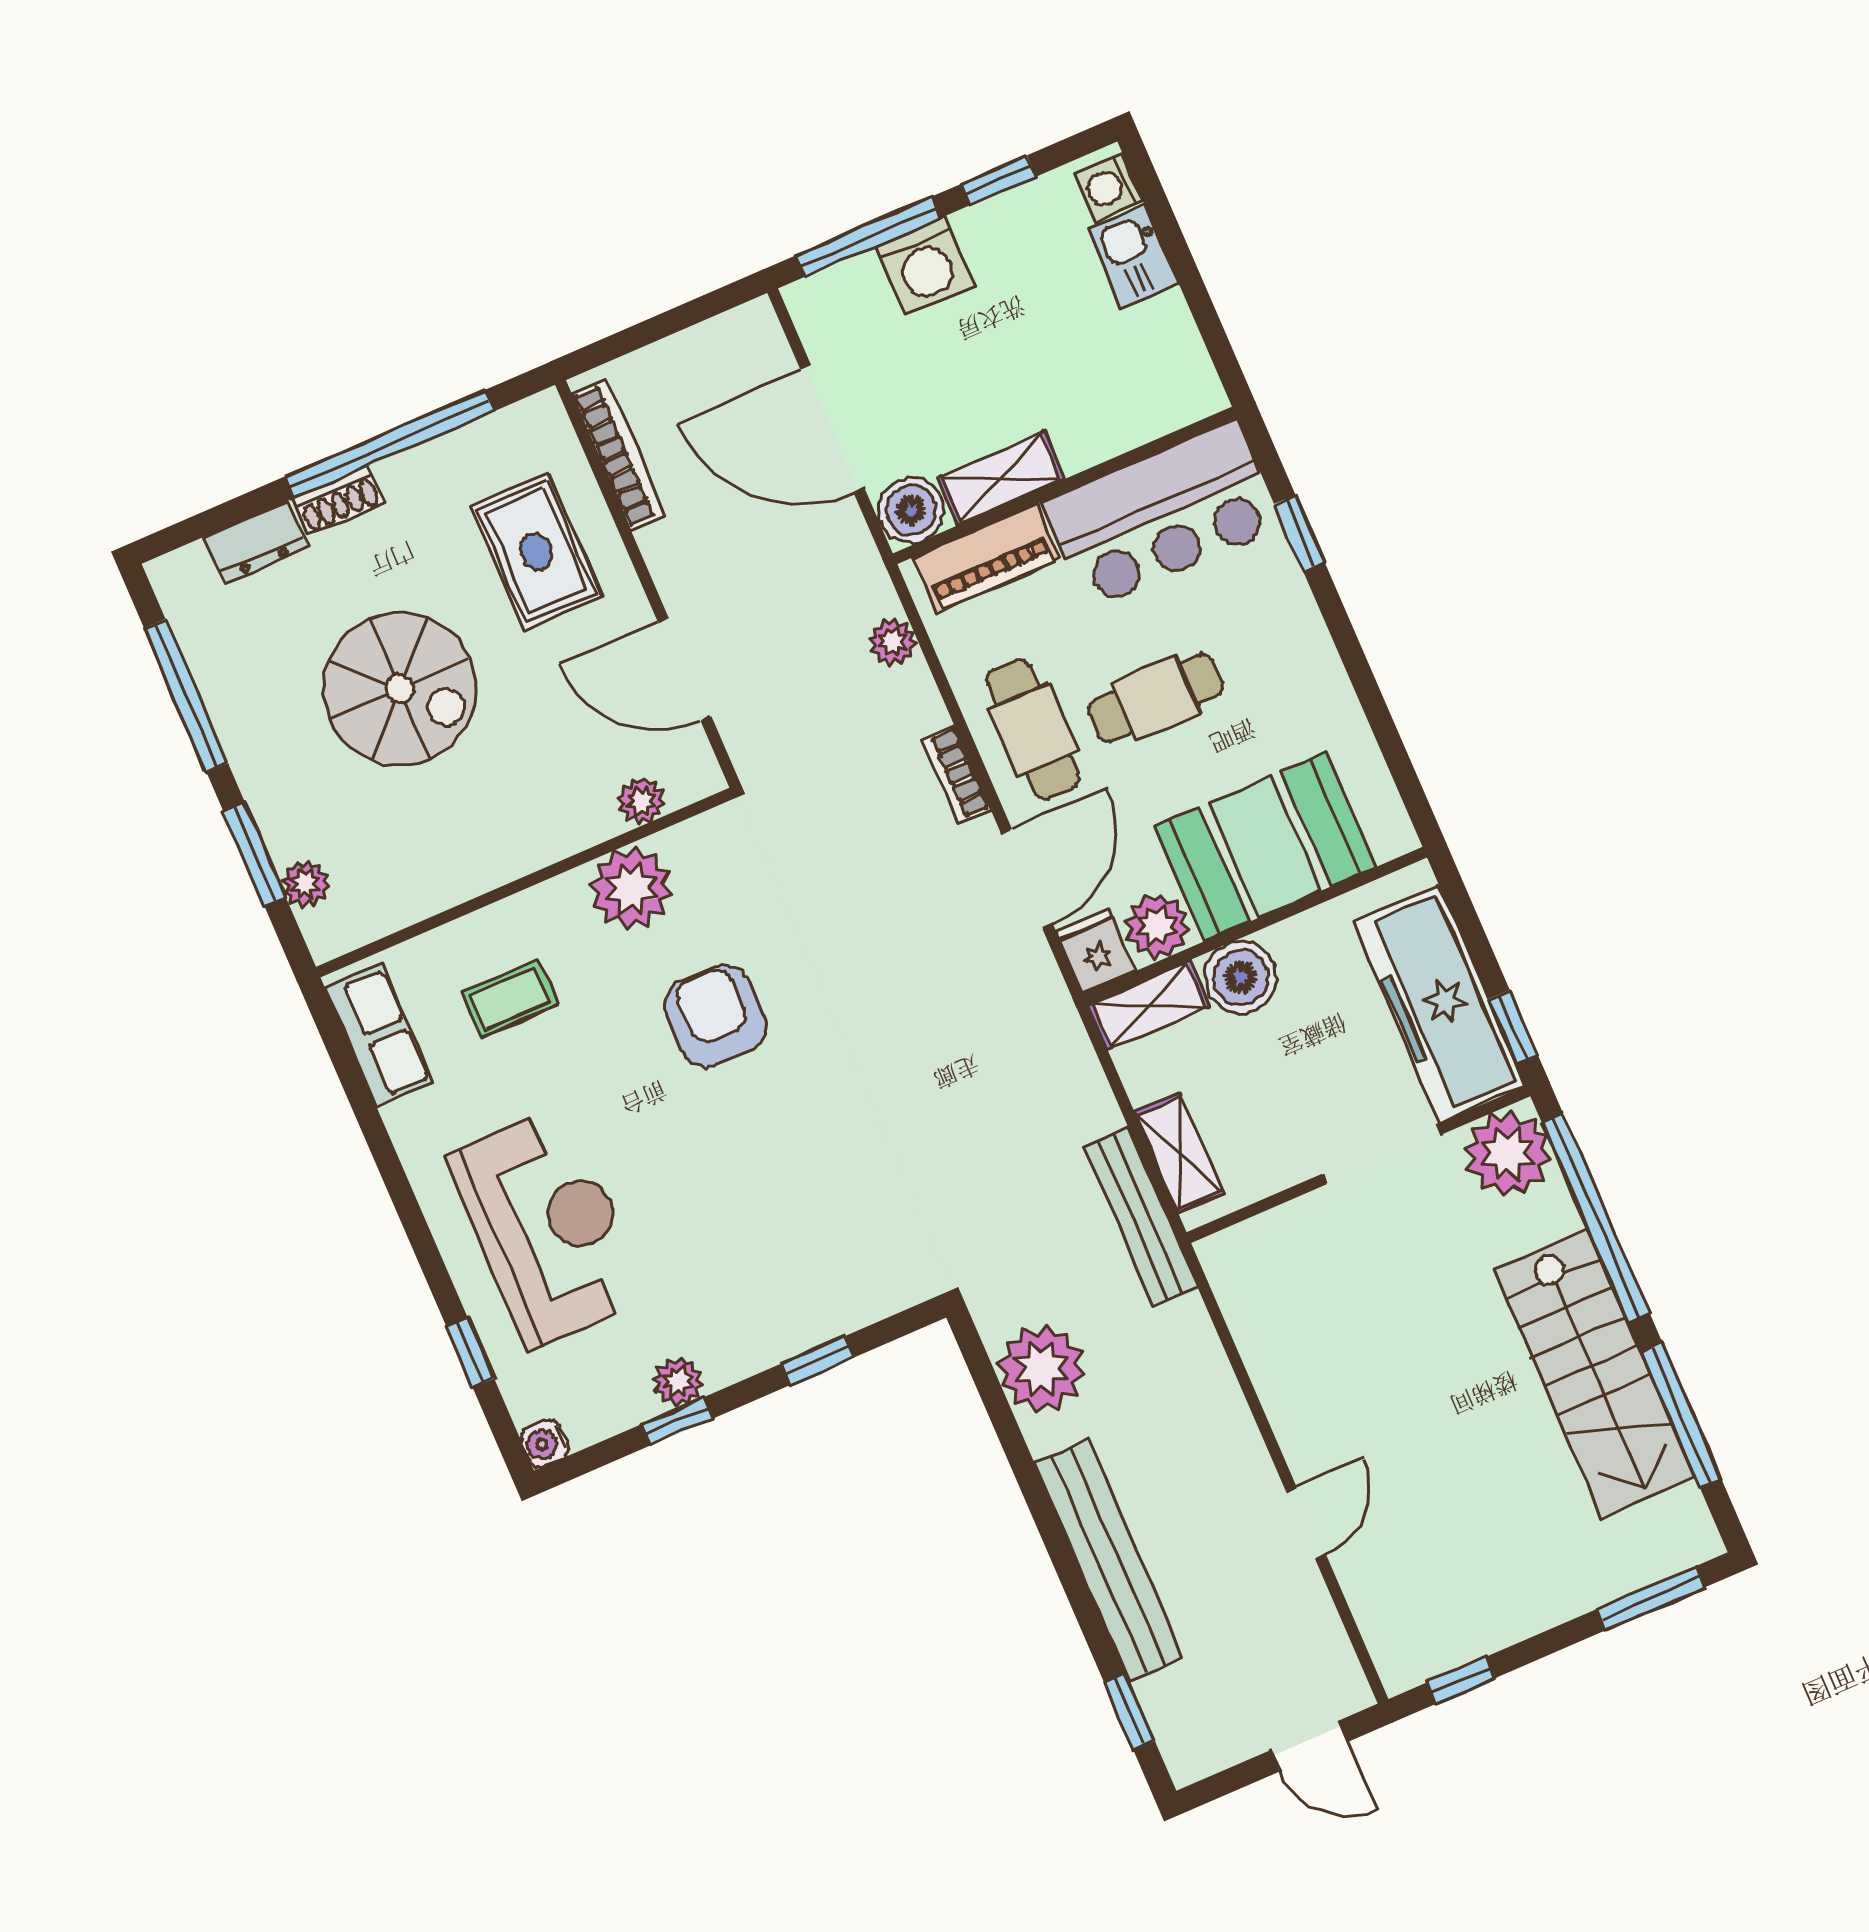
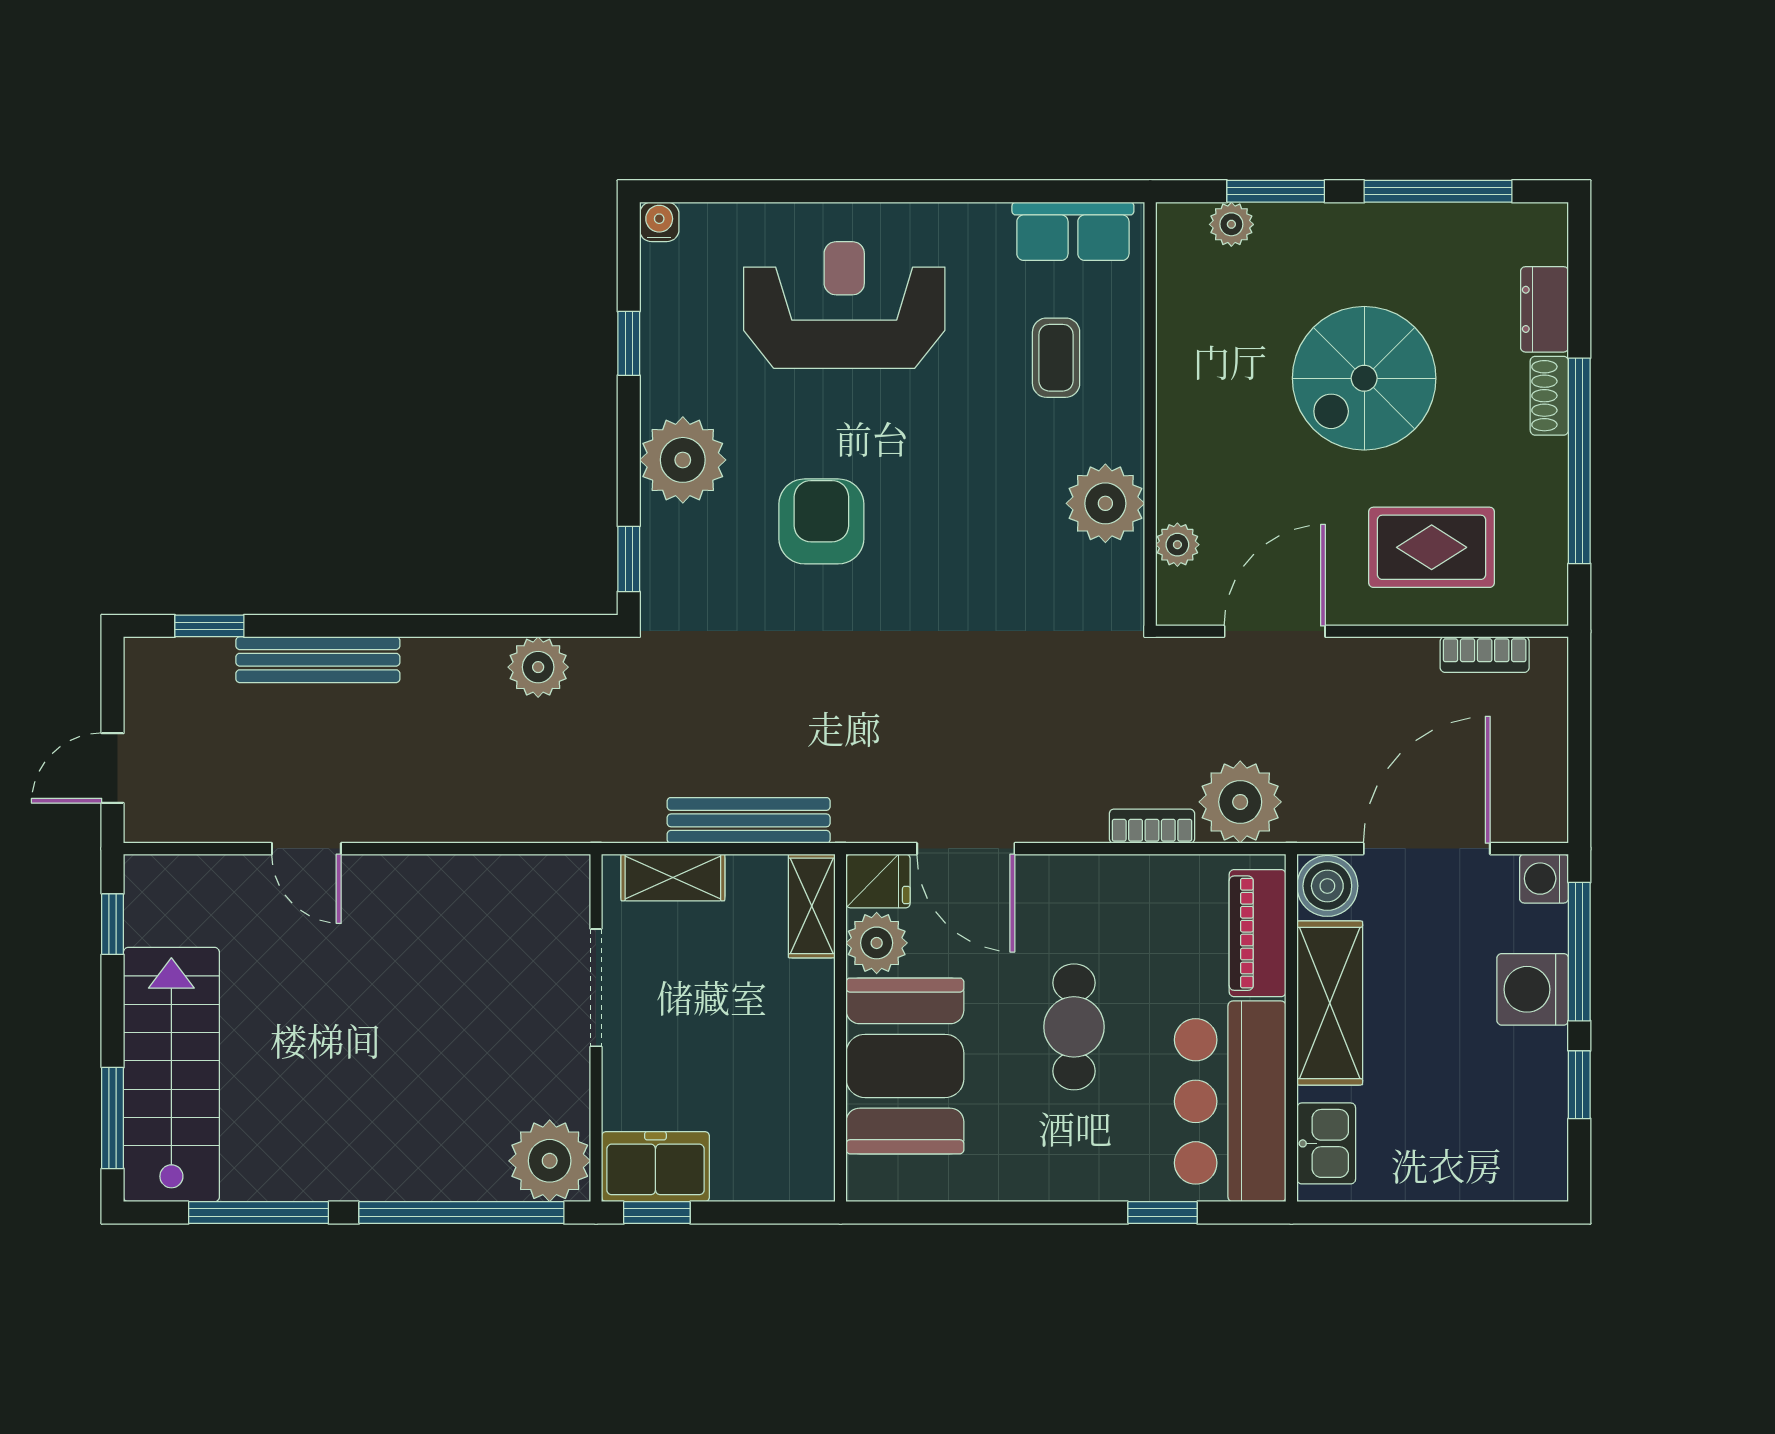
washing machine: (1109, 187) -> (1544, 879), moved, turned -90
kitchen sink: (1133, 257) -> (1326, 1143), moved, turned 90
bookcase: (619, 455) -> (1485, 655), width x0.64
shelving: (1001, 478) -> (1330, 1003), width x1.50, depth x1.33
plant: (893, 642) -> (1240, 802), width x1.87, depth x1.87
cafe table: (1033, 729) -> (1093, 909), removed
bookcase: (956, 775) -> (1152, 826), moved
boiler: (1241, 977) -> (801, 996), removed
freezer: (1439, 1004) -> (655, 1167), width x0.52, depth x0.79
armchair: (715, 1016) -> (821, 521), moved, turned -90
doorway: (1382, 1154) -> (596, 988), moved
bench: (1141, 1217) -> (749, 820), moved
reception desk: (548, 1227) -> (844, 305), turned 180
window: (470, 1352) -> (765, 191), removed
window: (817, 1361) -> (629, 559), moved
plant: (1041, 1369) -> (538, 667), width x0.73, depth x0.73
stairs: (1595, 1374) -> (171, 1075), moved, turned 90
plant: (678, 1382) -> (683, 460), moved, width x1.88, depth x1.88
bench: (1109, 1560) -> (318, 660), width x0.73, depth x0.82

